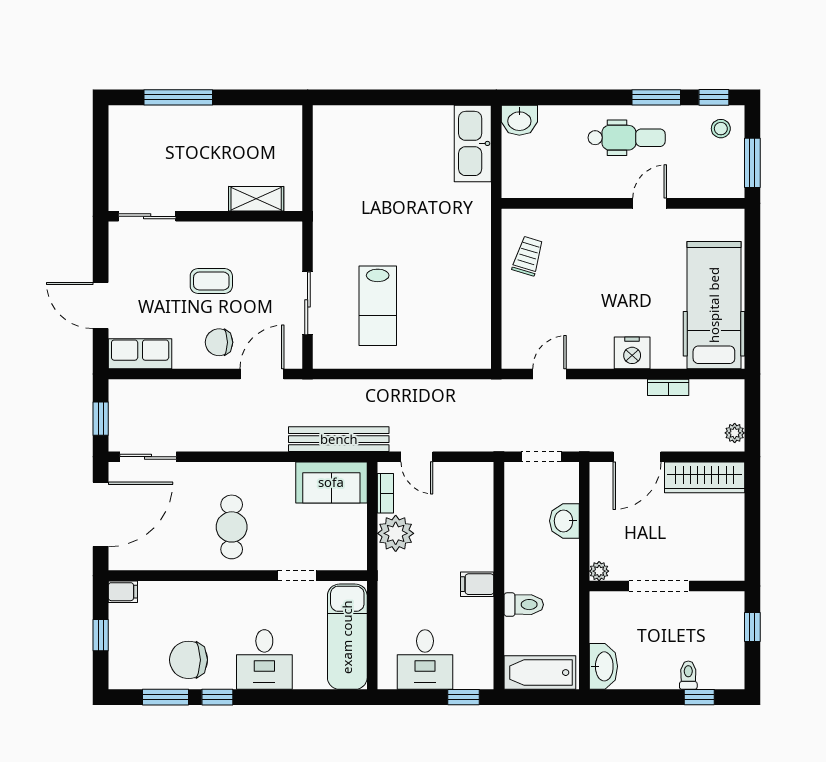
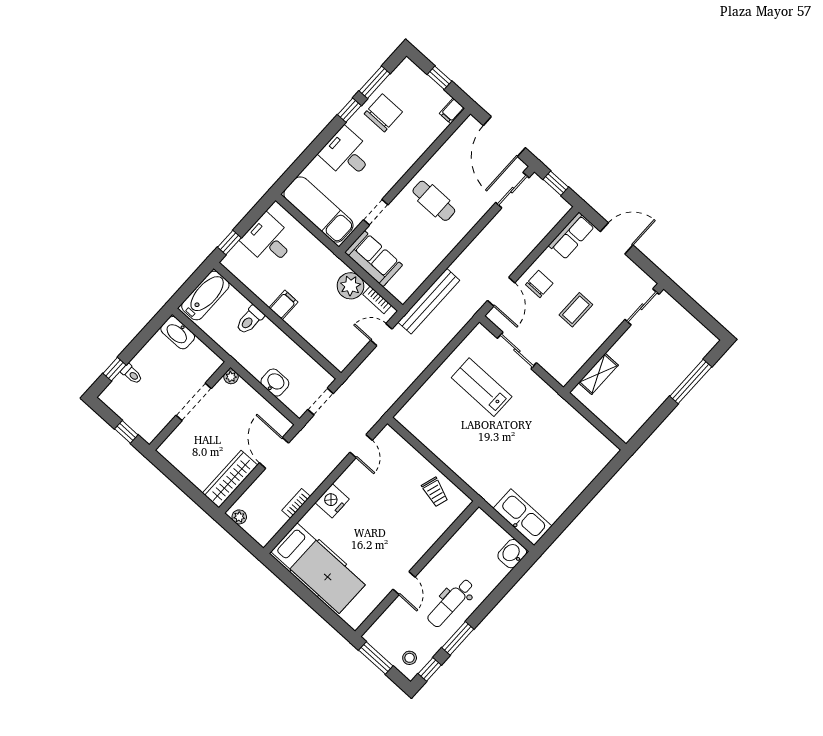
sofa: (331, 482) -> (374, 259), moved, turned 90

